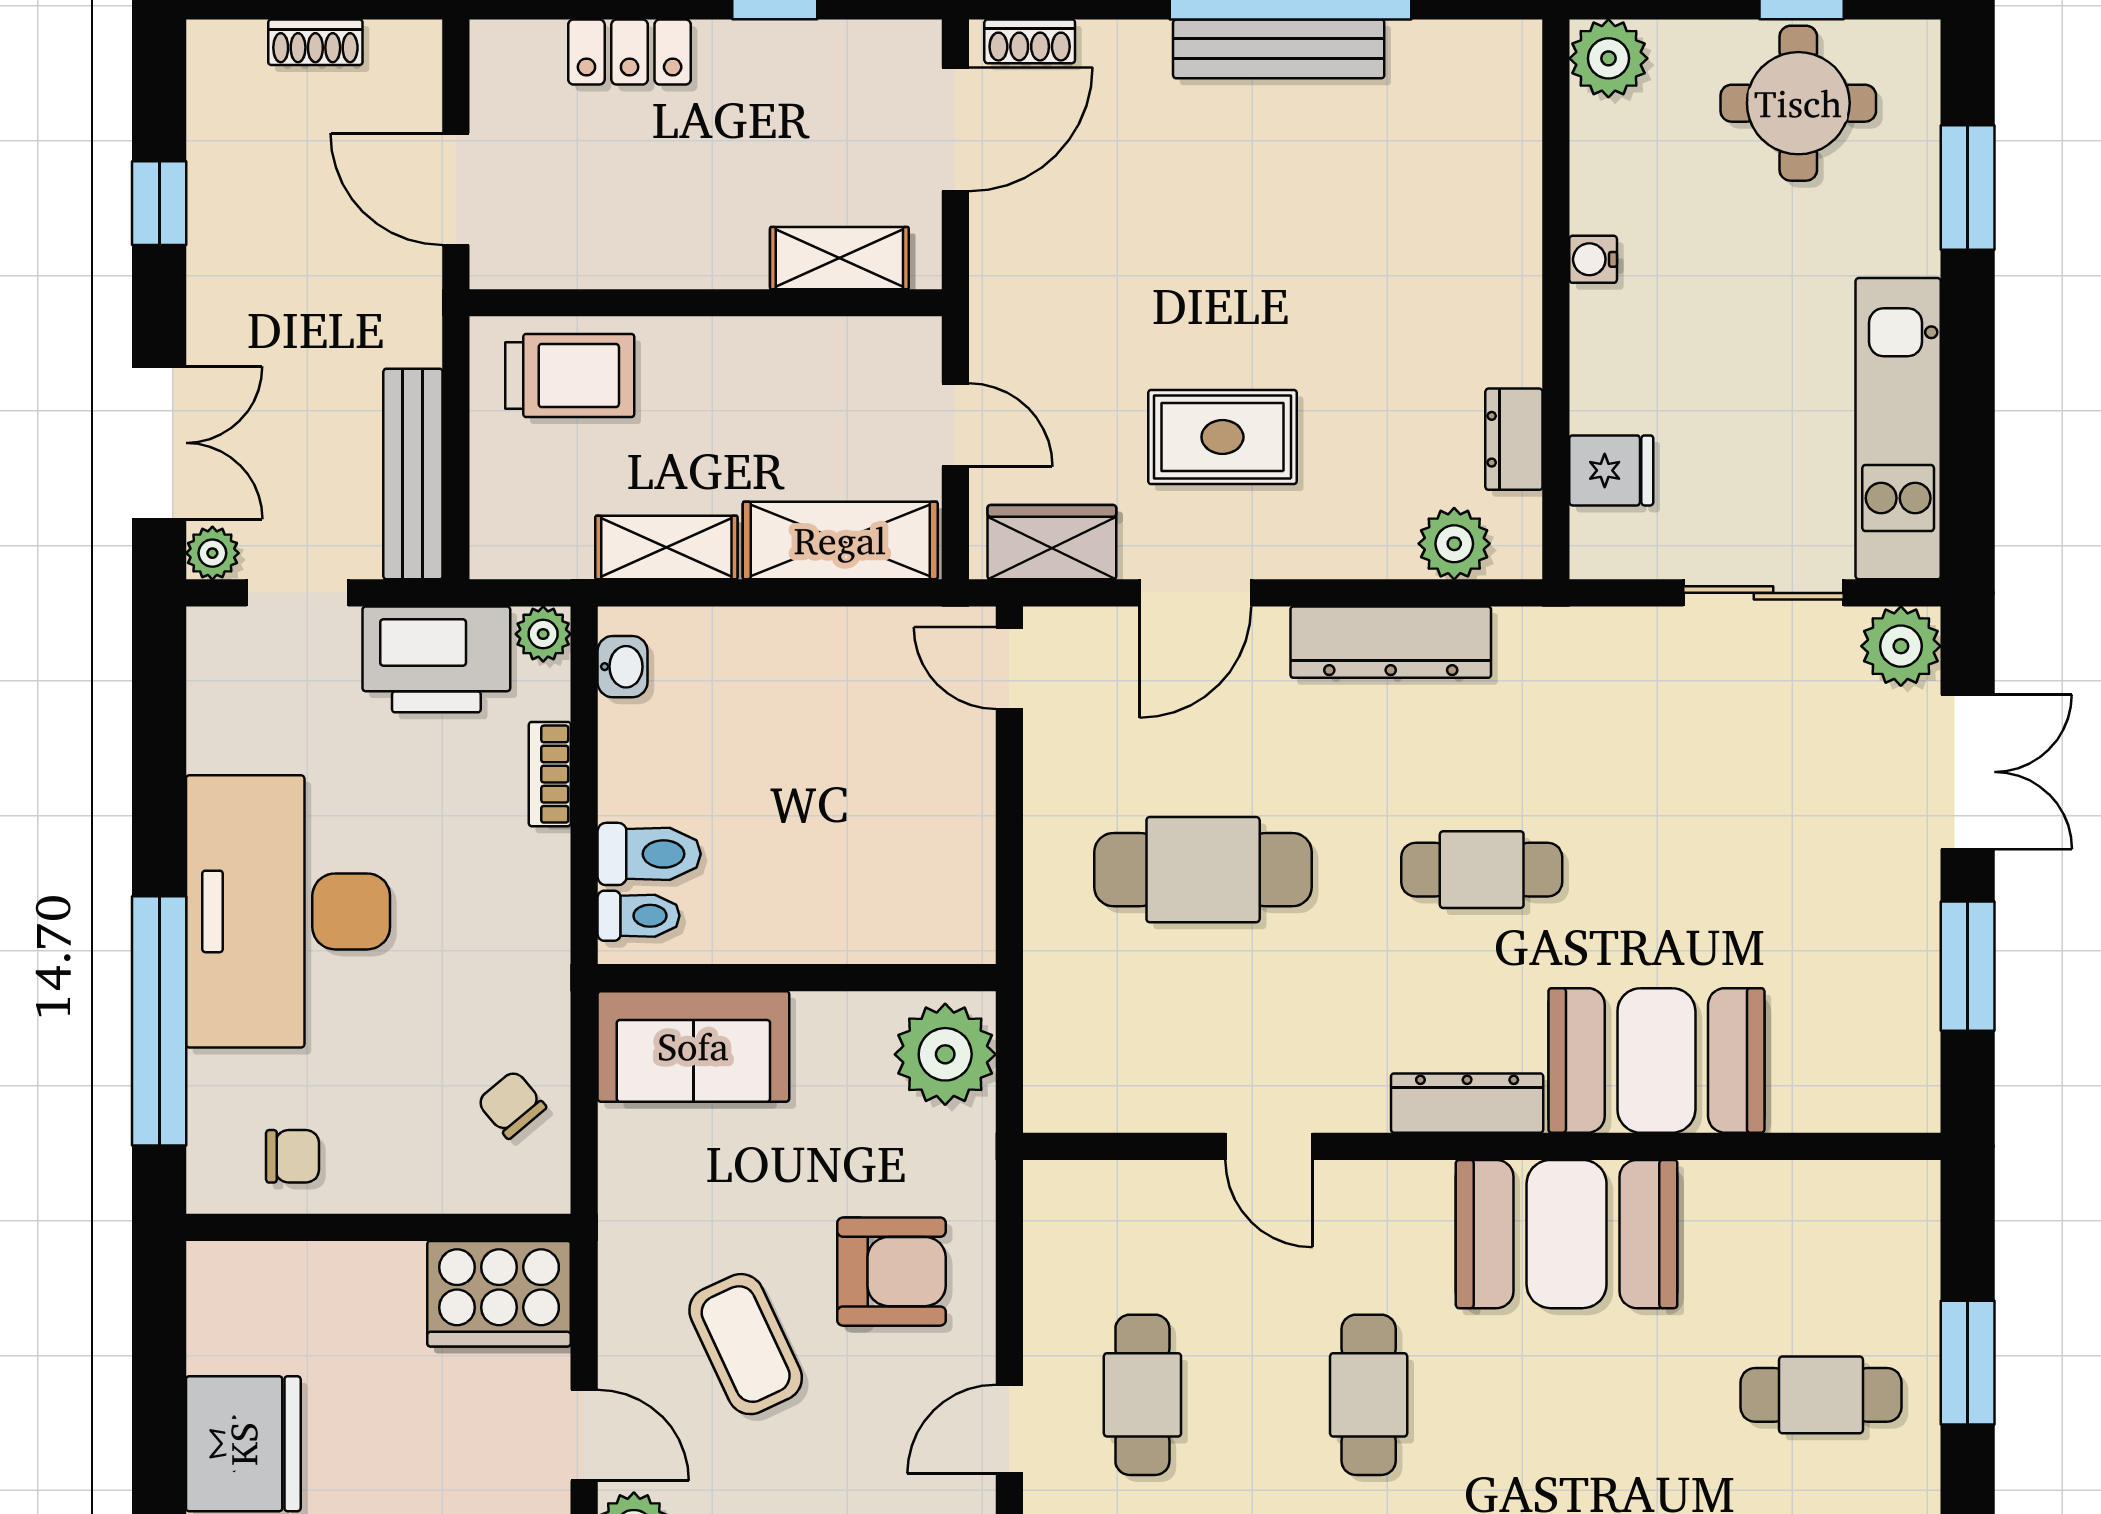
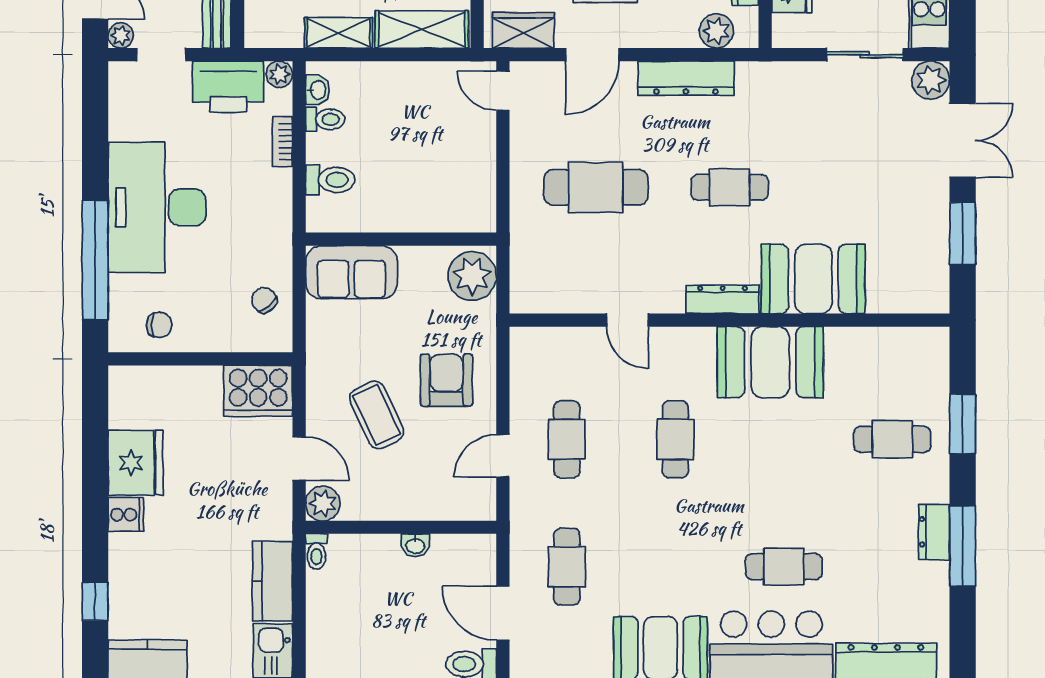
toilet: (639, 916) -> (325, 119), moved
armchair: (892, 1272) -> (446, 380), turned -90

